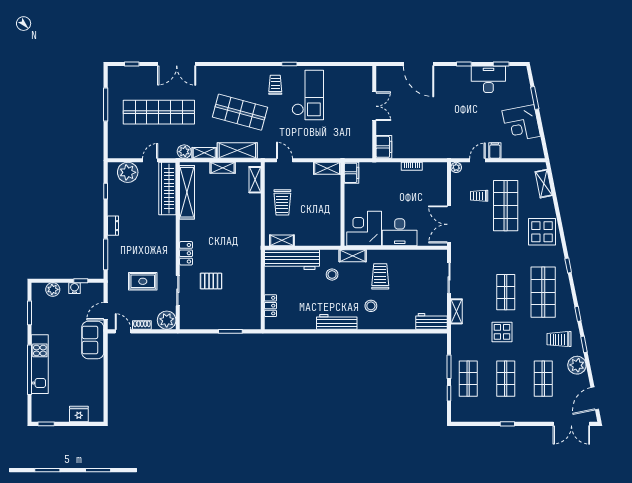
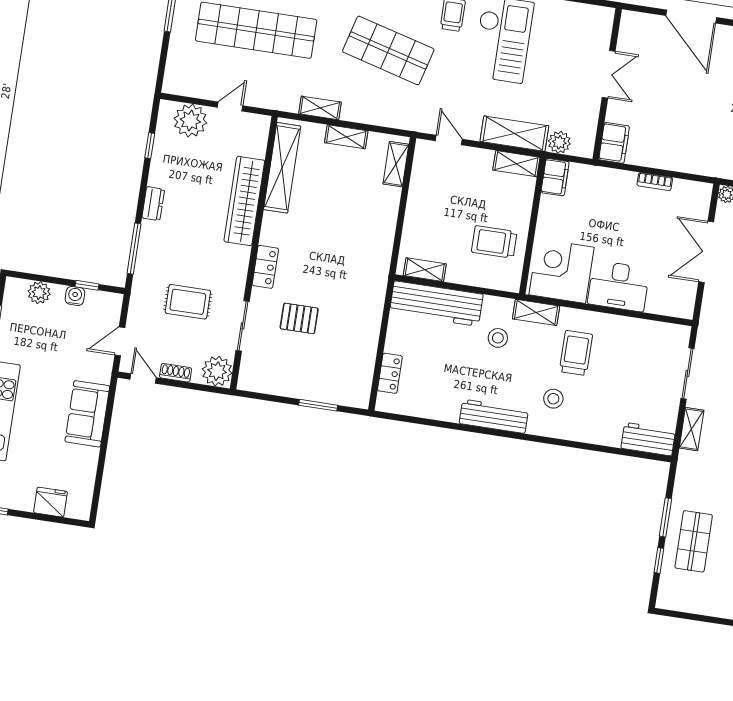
shelving: (237, 150) -> (514, 134), moved
plant: (184, 152) -> (559, 142), moved
wardrobe: (167, 189) -> (244, 201), moved
trolley: (282, 202) -> (494, 242), moved, turned 90
double door: (449, 224) -> (706, 252), moved
sofa: (93, 340) -> (87, 414), moved

